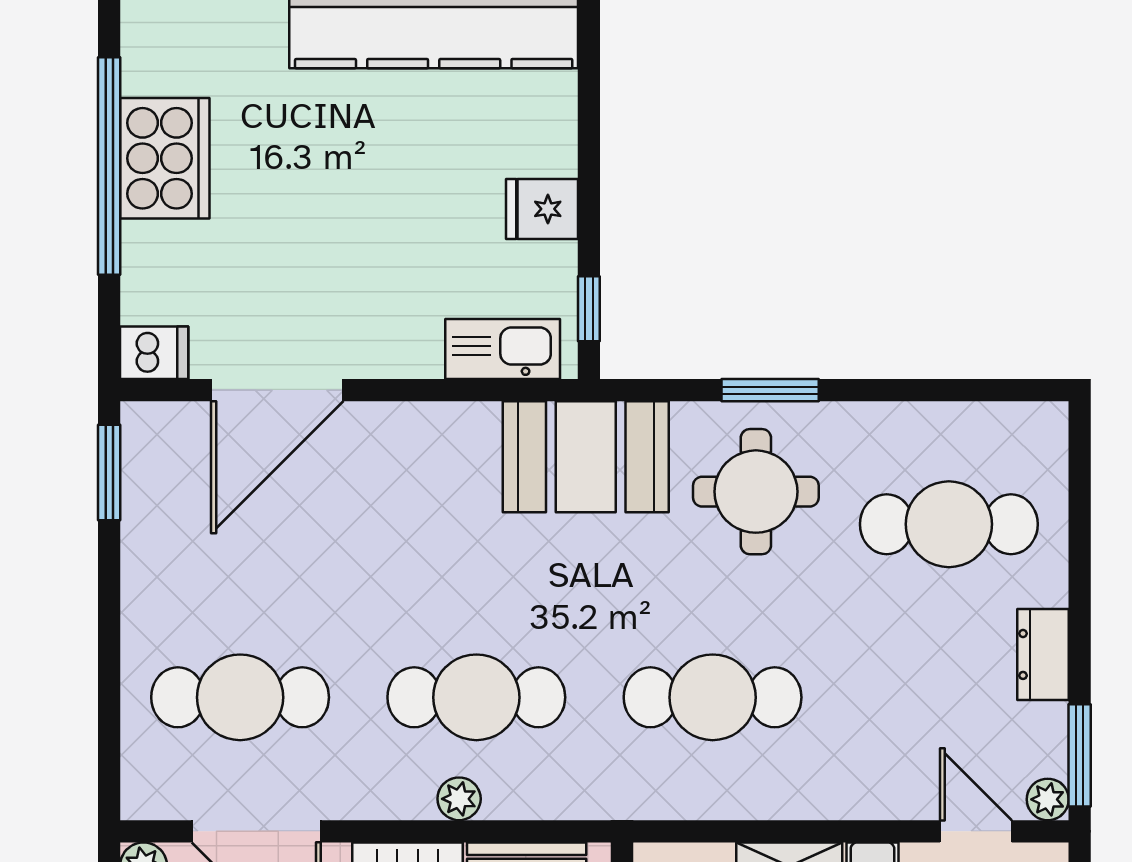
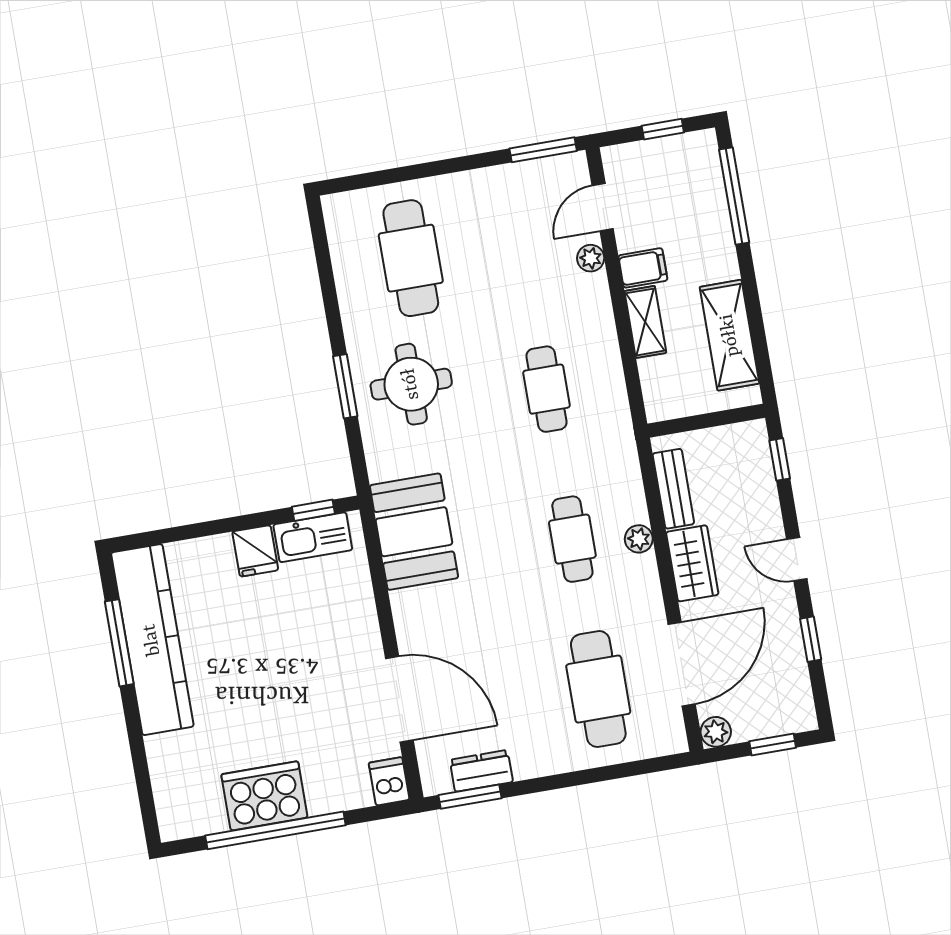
kitchen sink: (503, 349) -> (313, 537), moved, turned -90
booth: (586, 457) -> (414, 532), moved
dresser: (1043, 654) -> (481, 771), moved, turned 180
cafe table: (476, 697) -> (572, 539), width x0.73, depth x0.74
cafe table: (713, 697) -> (546, 389), width x0.73, depth x0.74
plant: (1048, 799) -> (591, 258), moved

